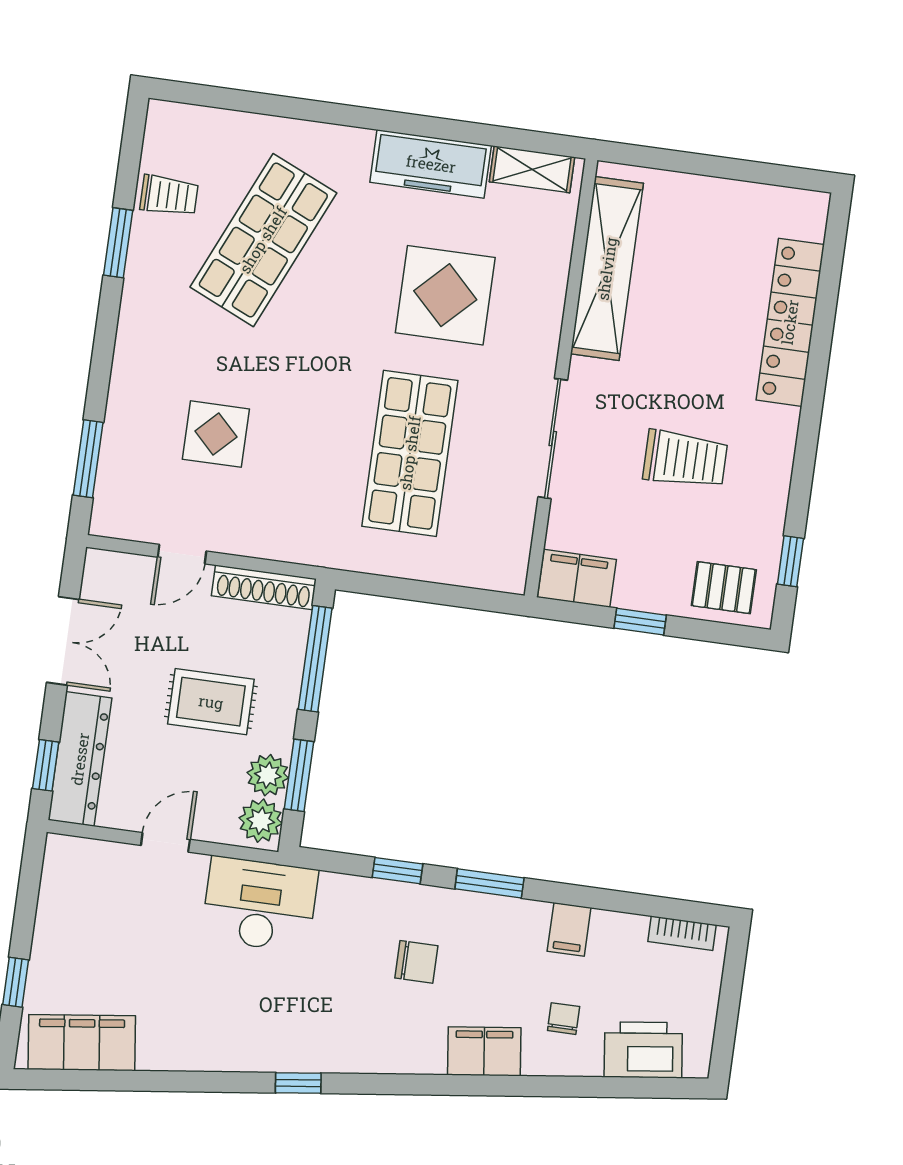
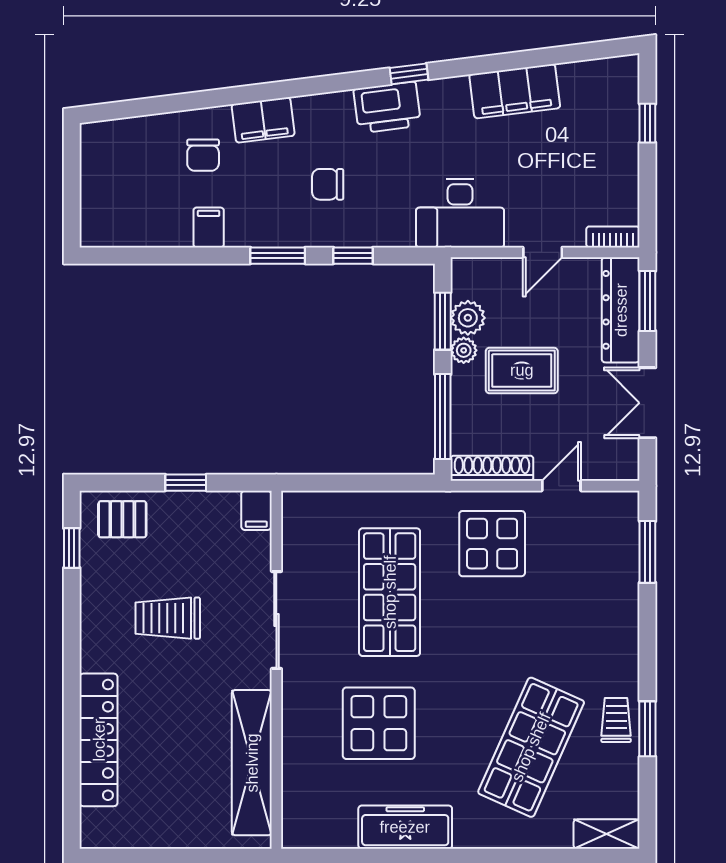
shelving: (532, 169) -> (607, 834), moved
trolley: (169, 196) -> (616, 720), moved, turned 90
display table: (216, 434) -> (492, 544), moved, width x1.36, depth x1.36
filing cabinet: (577, 578) -> (256, 510), width x0.50
window: (46, 765) -> (647, 301), width x1.50
plant: (261, 821) -> (464, 350), moved, width x0.73, depth x0.73
bookcase: (682, 933) -> (613, 237), moved
chair: (564, 1019) -> (203, 155), width x1.37, depth x1.37
filing cabinet: (82, 1043) -> (515, 91), moved
printer: (643, 1050) -> (387, 107), moved

